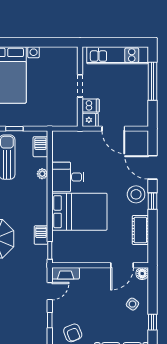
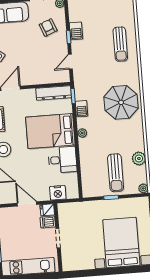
nightstand: (76, 139) -> (58, 193), added
barbecue: (40, 147) -> (76, 31), moved
plant: (42, 174) -> (82, 133), moved
dresser: (72, 256) -> (54, 93), added
fireplace: (66, 273) -> (58, 78), removed

